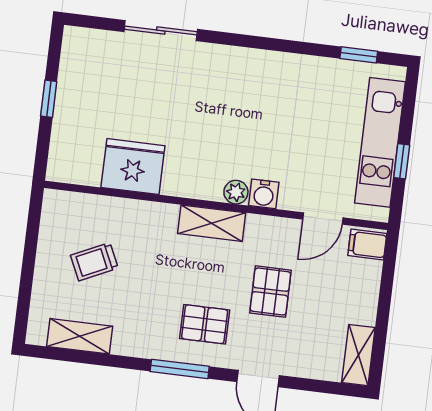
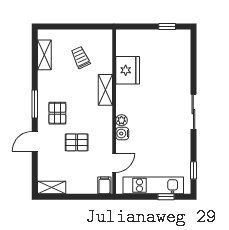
sliding door: (161, 31) -> (193, 112), moved
window: (49, 99) -> (167, 27), moved
window: (402, 161) -> (166, 197), moved
door: (323, 218) -> (114, 163), swing flipped
shelving: (212, 223) -> (105, 90), moved

